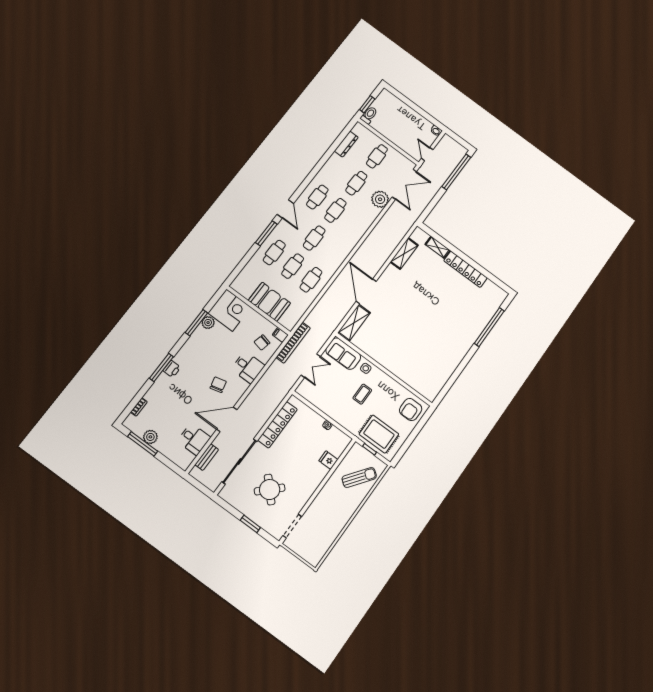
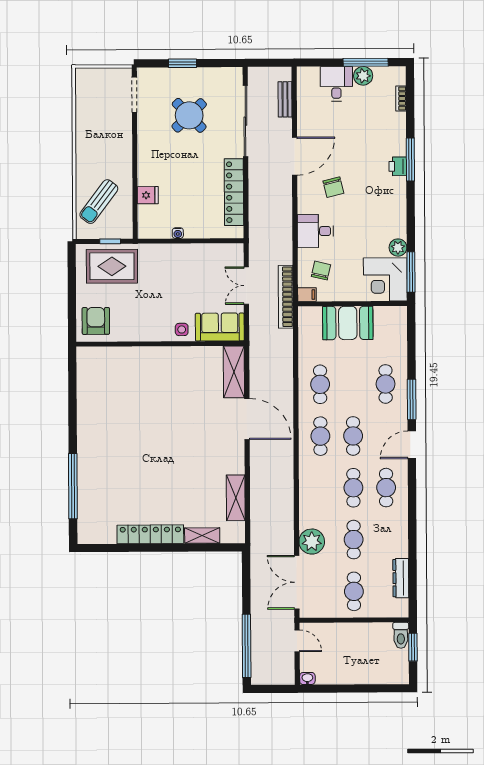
door: (285, 209) -> (412, 445), hinge flipped
cafe table: (293, 266) -> (320, 436), moved
window: (196, 323) -> (411, 272), moved
coffee table: (362, 394) -> (164, 297), removed
desk: (194, 439) -> (336, 84), moved, turned 90

